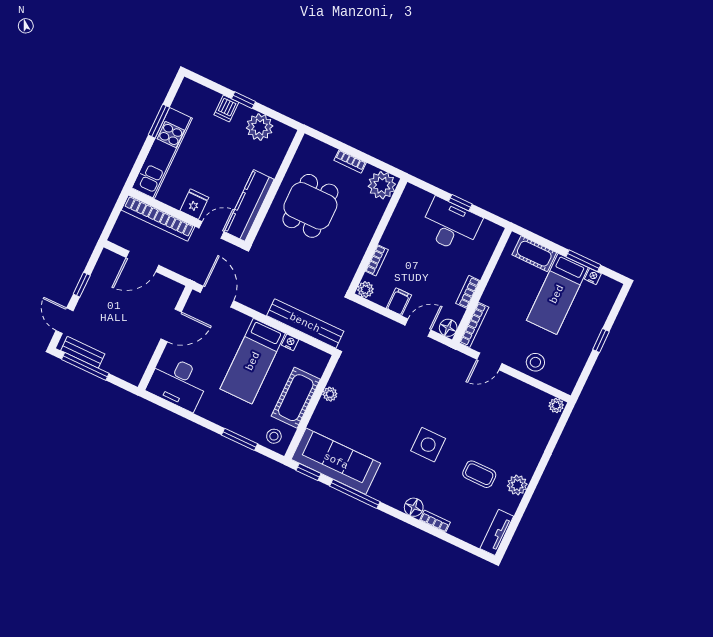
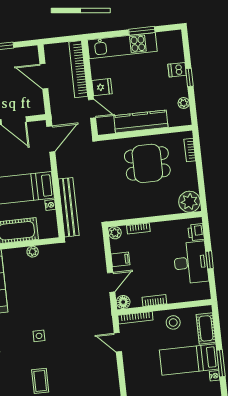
plant: (260, 127) -> (184, 103), width x0.53, depth x0.53
bookcase: (350, 161) -> (190, 150), moved
printer: (420, 199) -> (196, 232), added
kitchen counter: (249, 205) -> (141, 121), moved
door: (418, 328) -> (111, 282), hinge flipped
stool: (535, 362) -> (173, 322), moved
side table: (428, 445) -> (39, 336), width x0.54, depth x0.54

